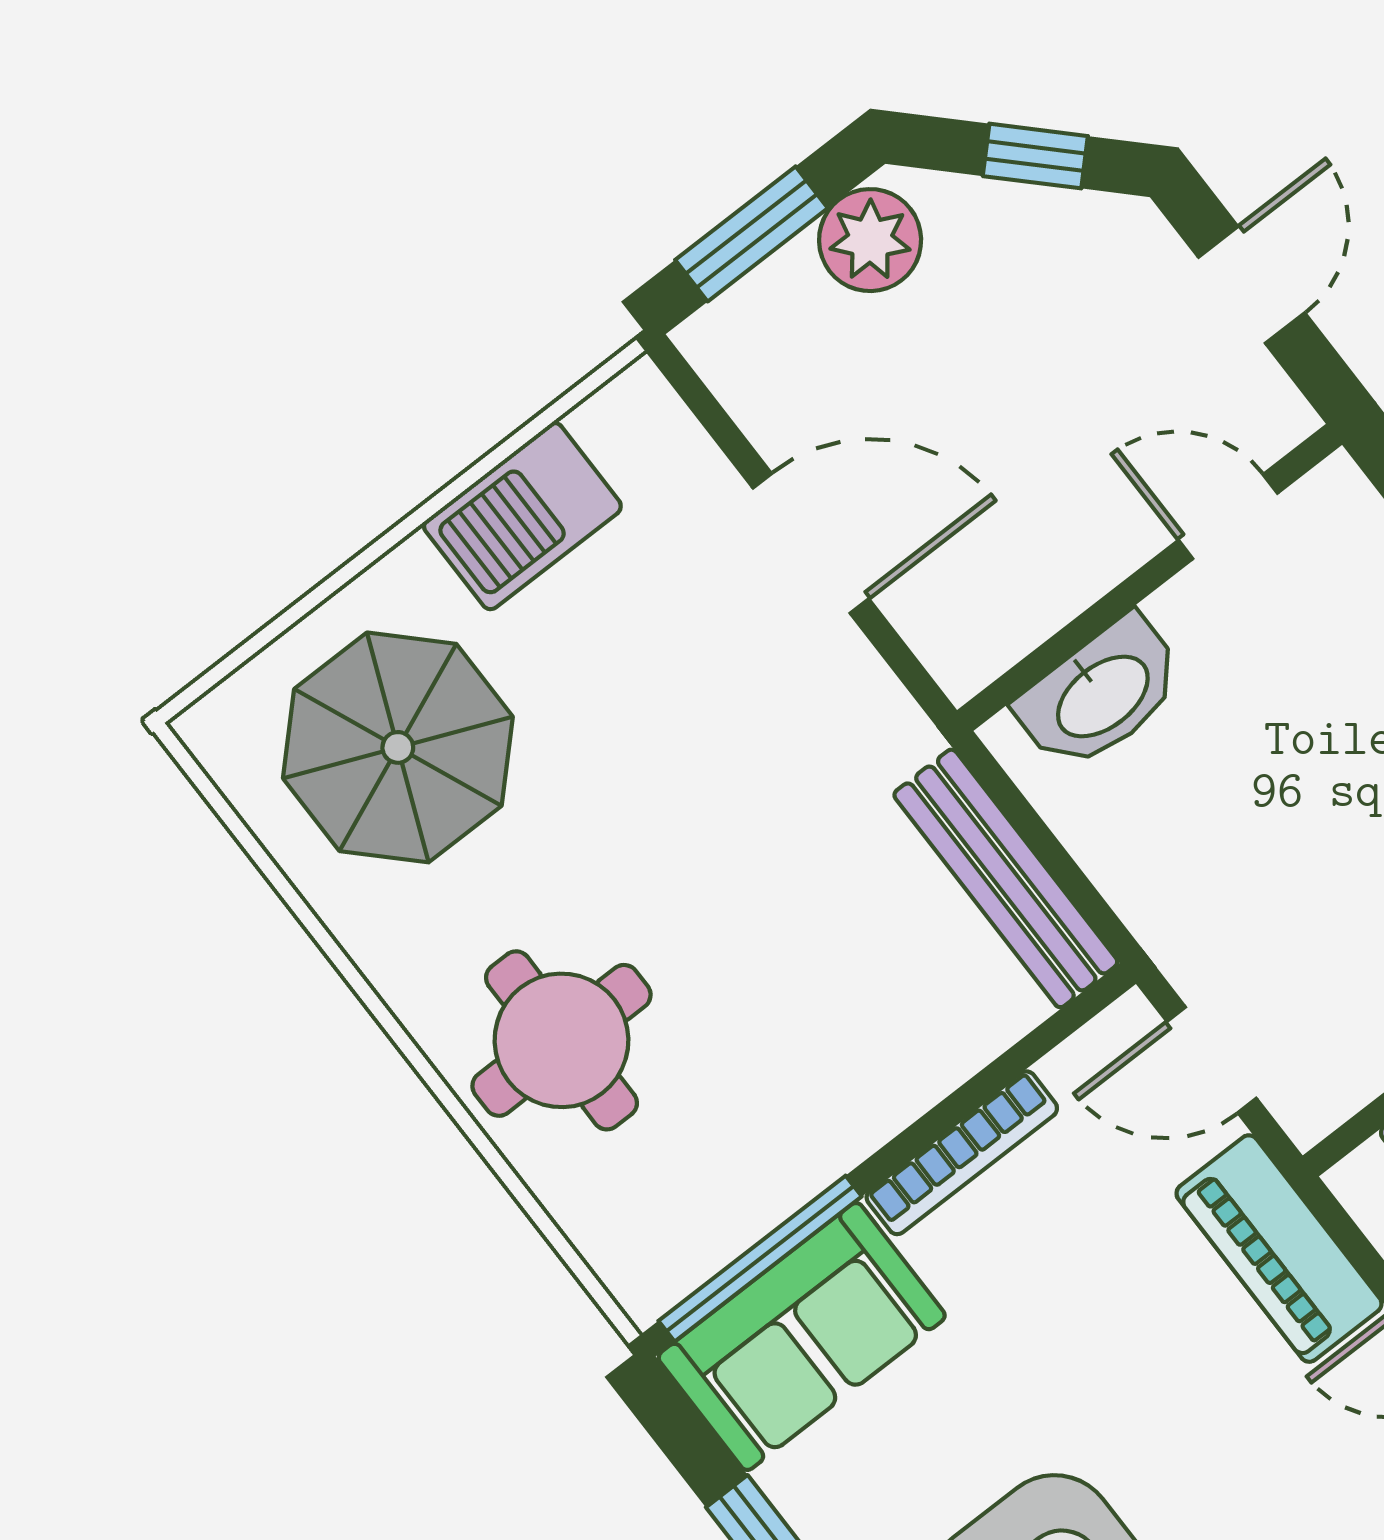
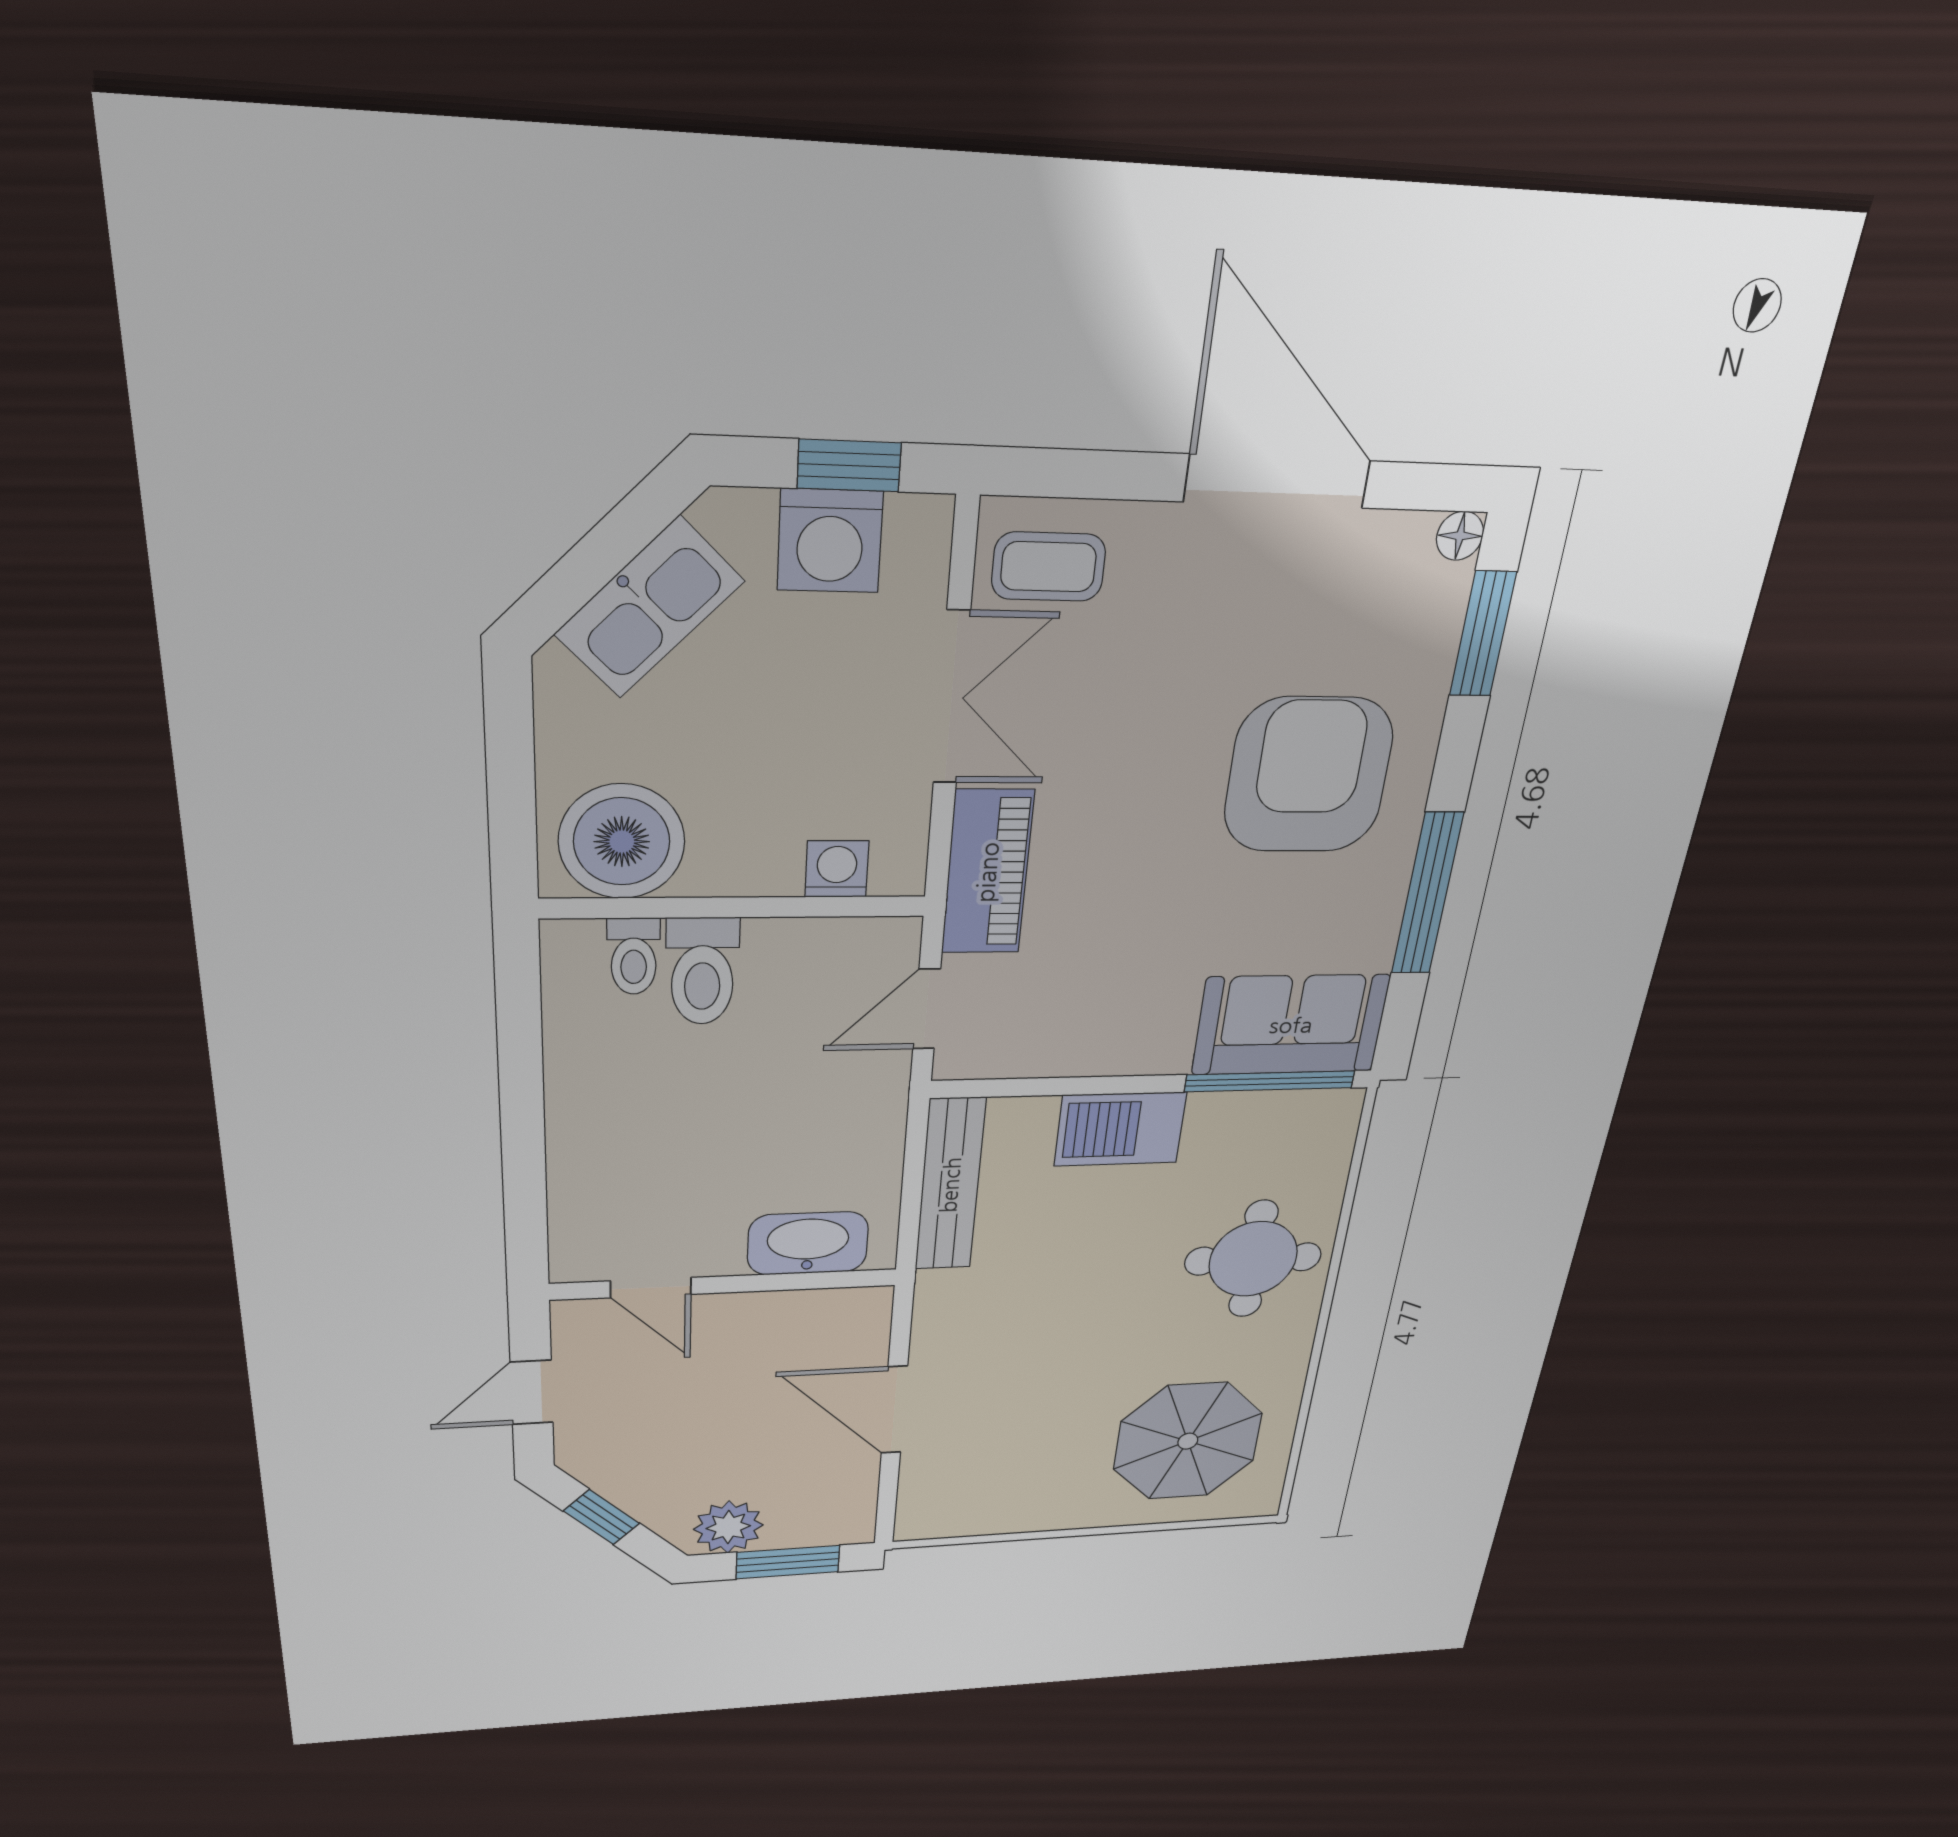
barbecue: (522, 516) -> (1120, 1129), moved, turned 180
door: (1212, 1060) -> (927, 1009), swing flipped
bookcase: (962, 1153) -> (1113, 1059), removed

